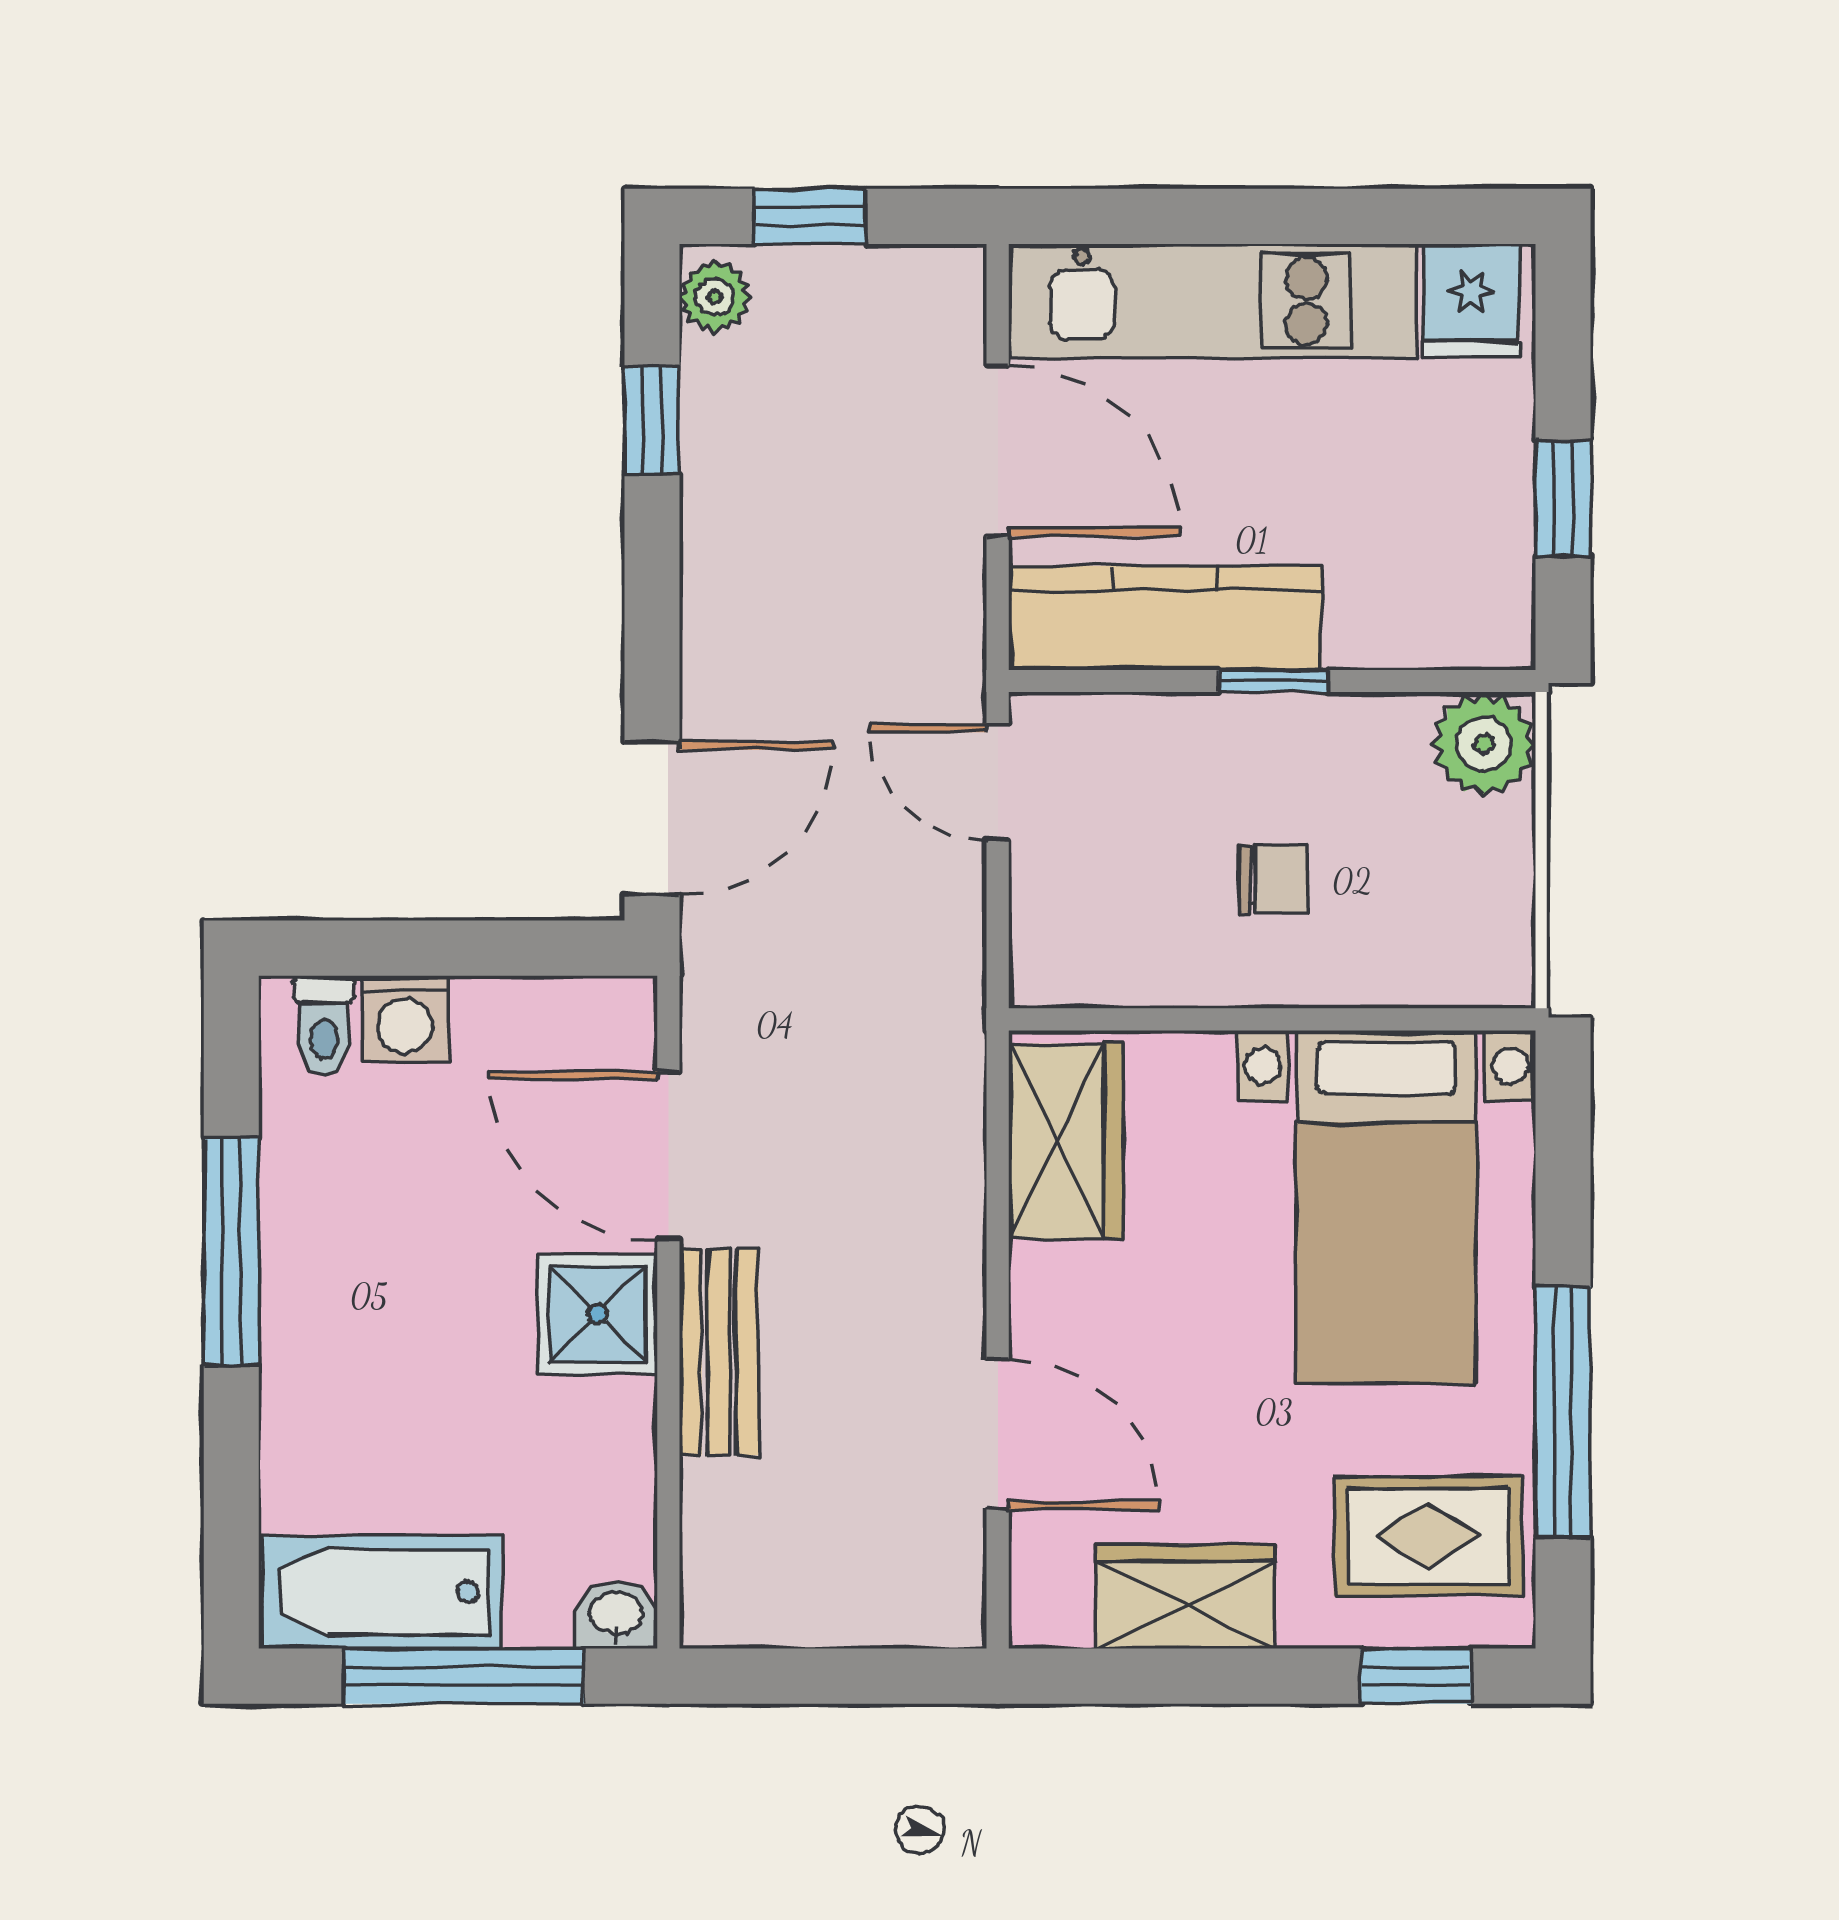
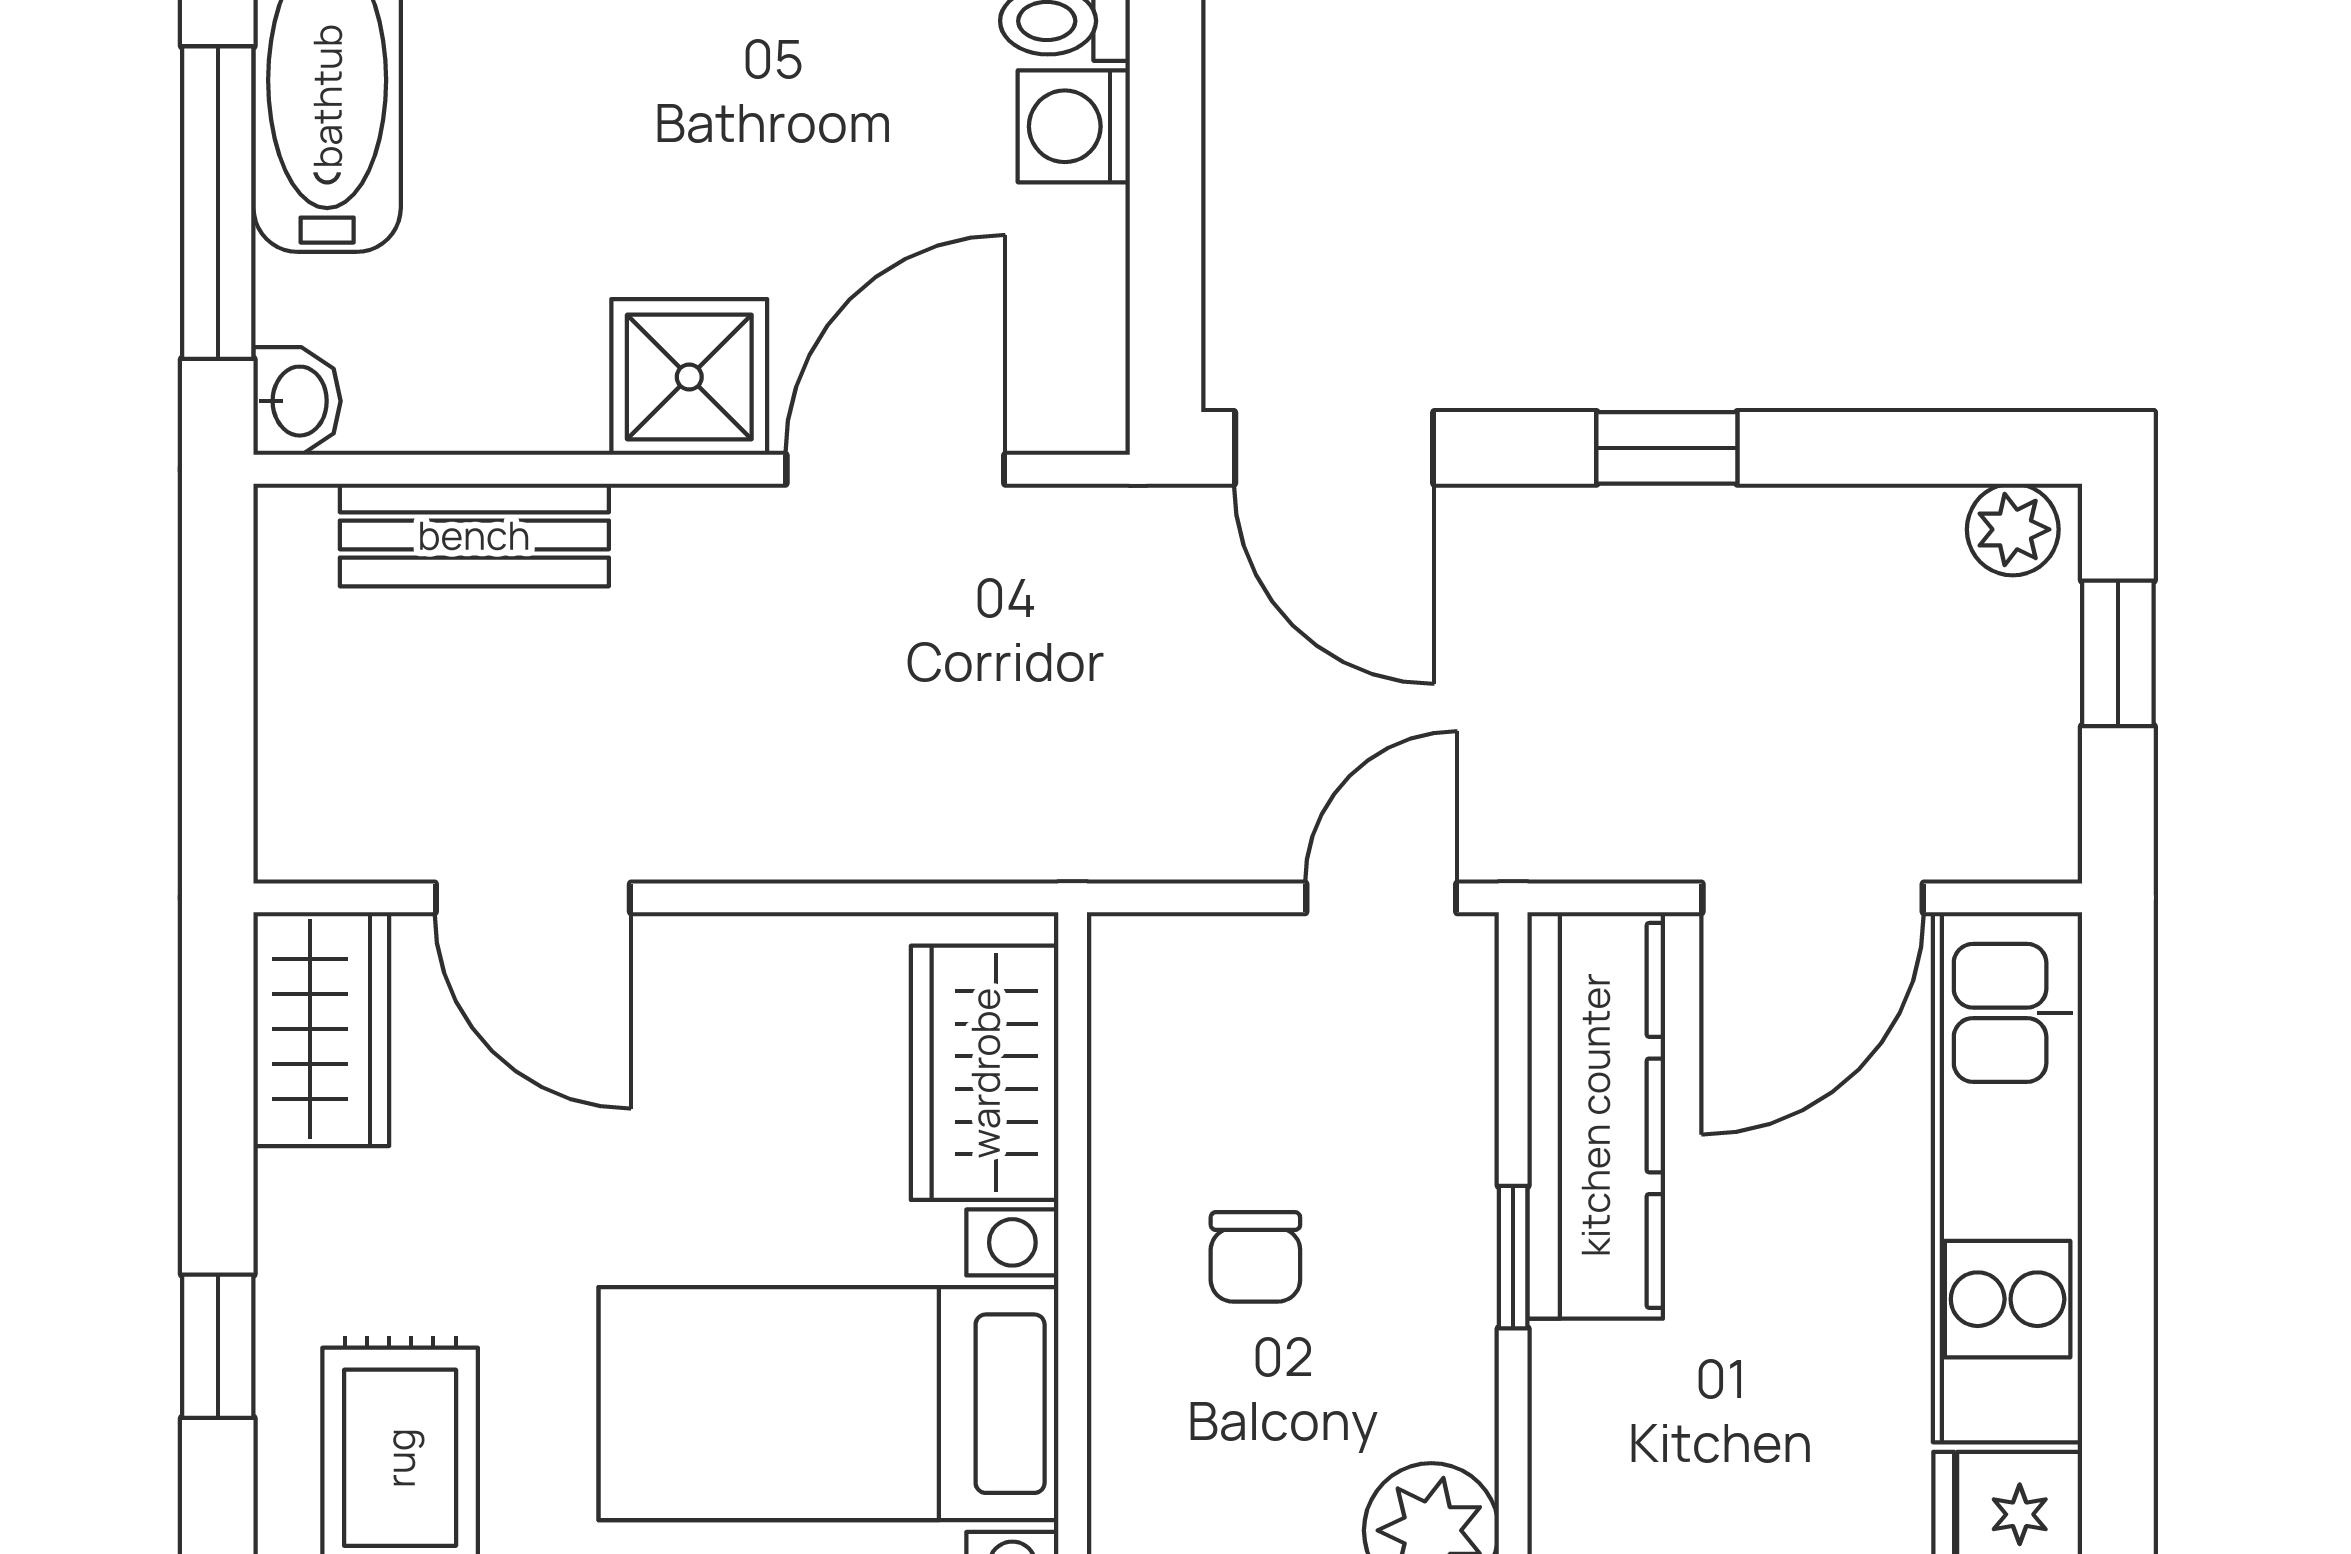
window: (652, 421) -> (1667, 448), moved
wardrobe: (1065, 1141) -> (985, 1073), moved, turned 90
bench: (719, 1352) -> (474, 535), moved
door: (998, 1434) -> (533, 898), hinge flipped
wardrobe: (1186, 1597) -> (321, 1029), moved
window: (1416, 1676) -> (218, 1346), moved

